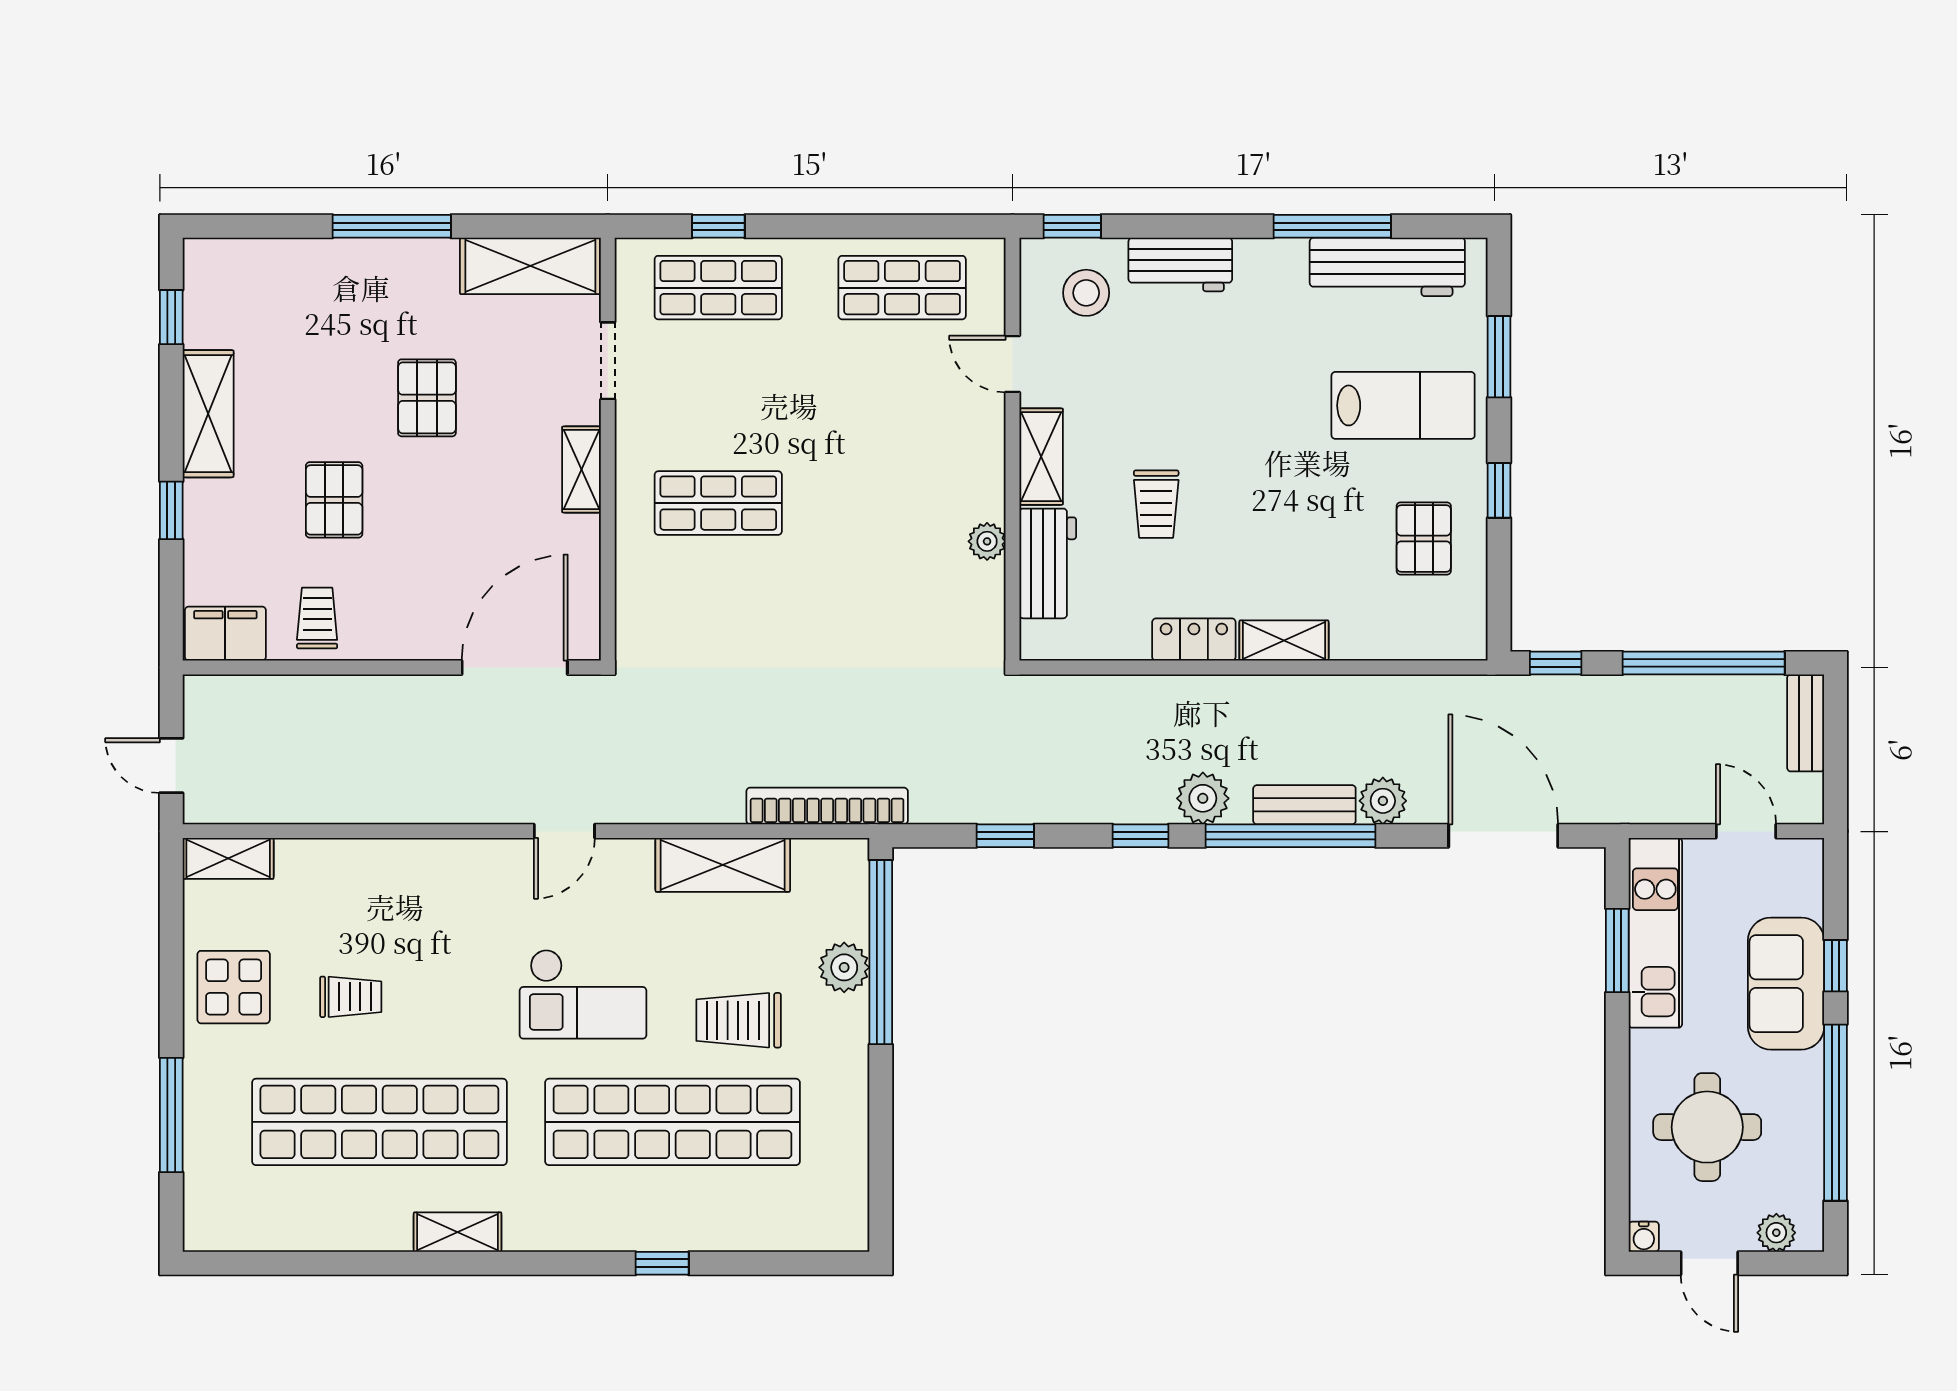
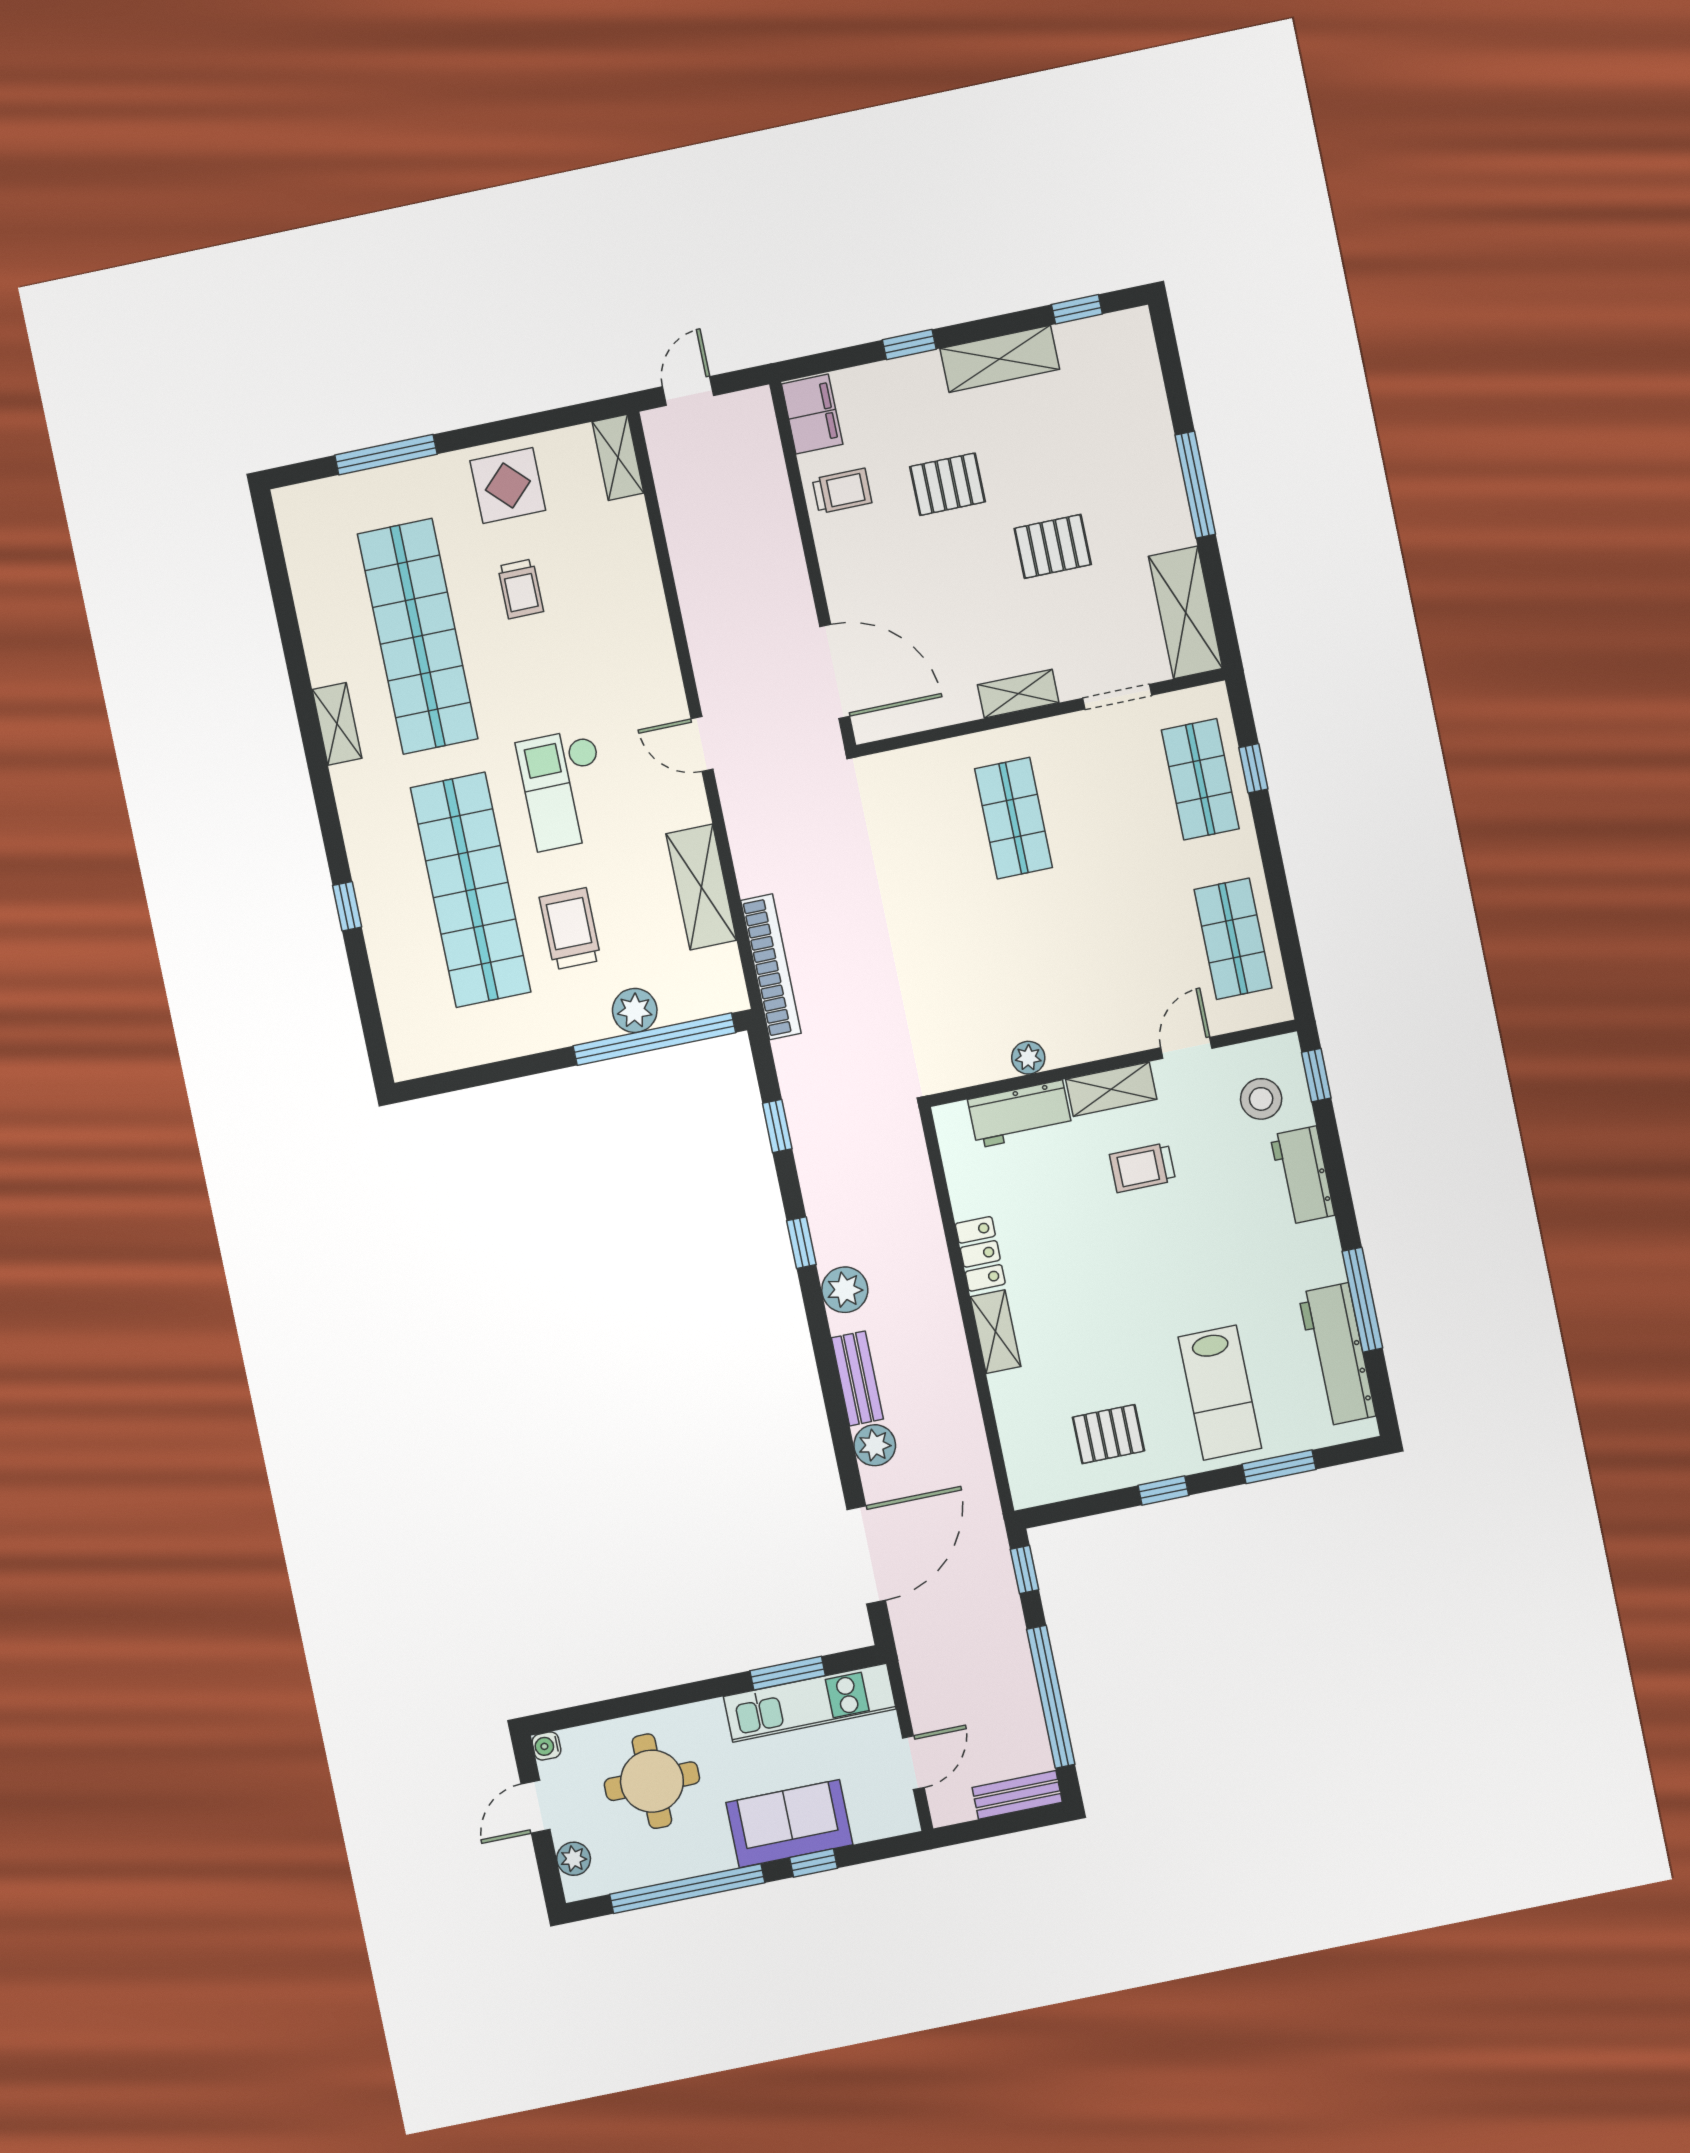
trolley: (1156, 504) -> (1142, 1168), moved
window: (1290, 836) -> (828, 1372), removed

